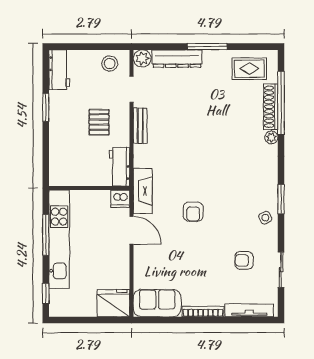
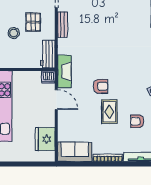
stool: (72, 137) -> (14, 33), added
armchair: (193, 212) -> (101, 86), turned -90
rug: (205, 247) -> (109, 112), added
fridge: (113, 303) -> (45, 139), moved, turned -90

